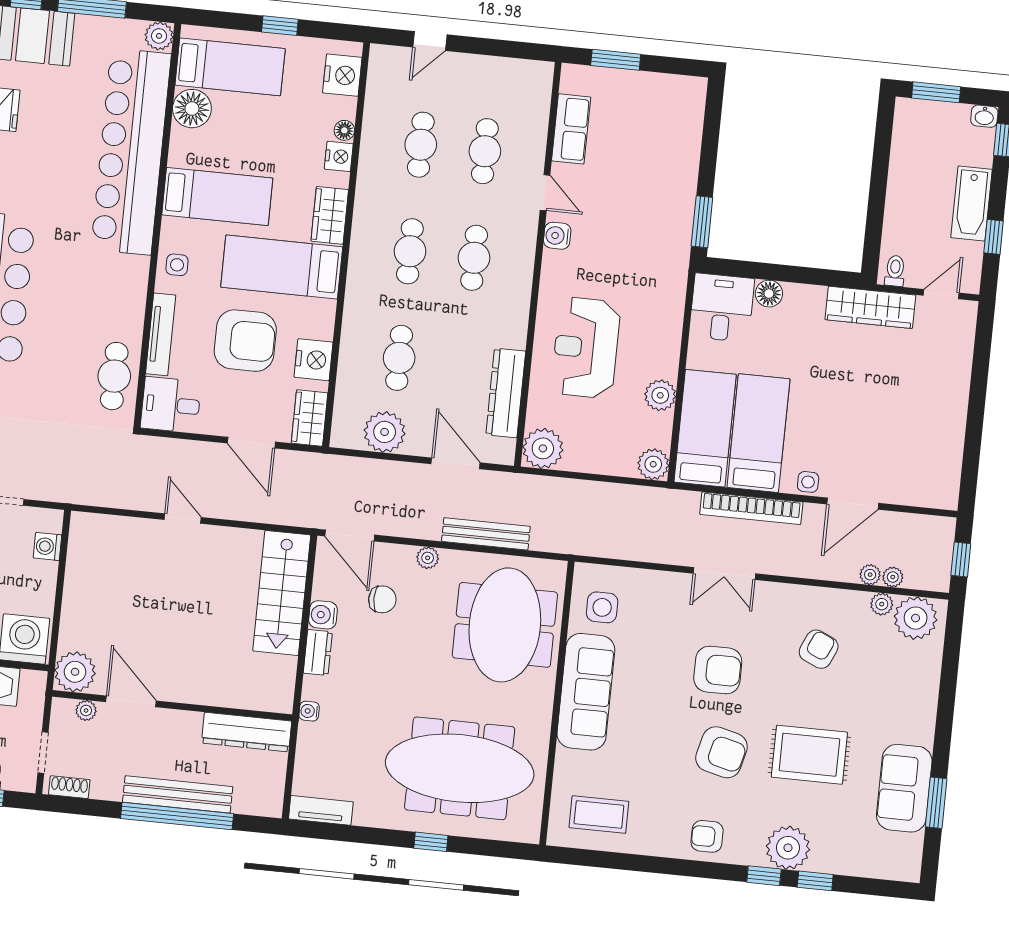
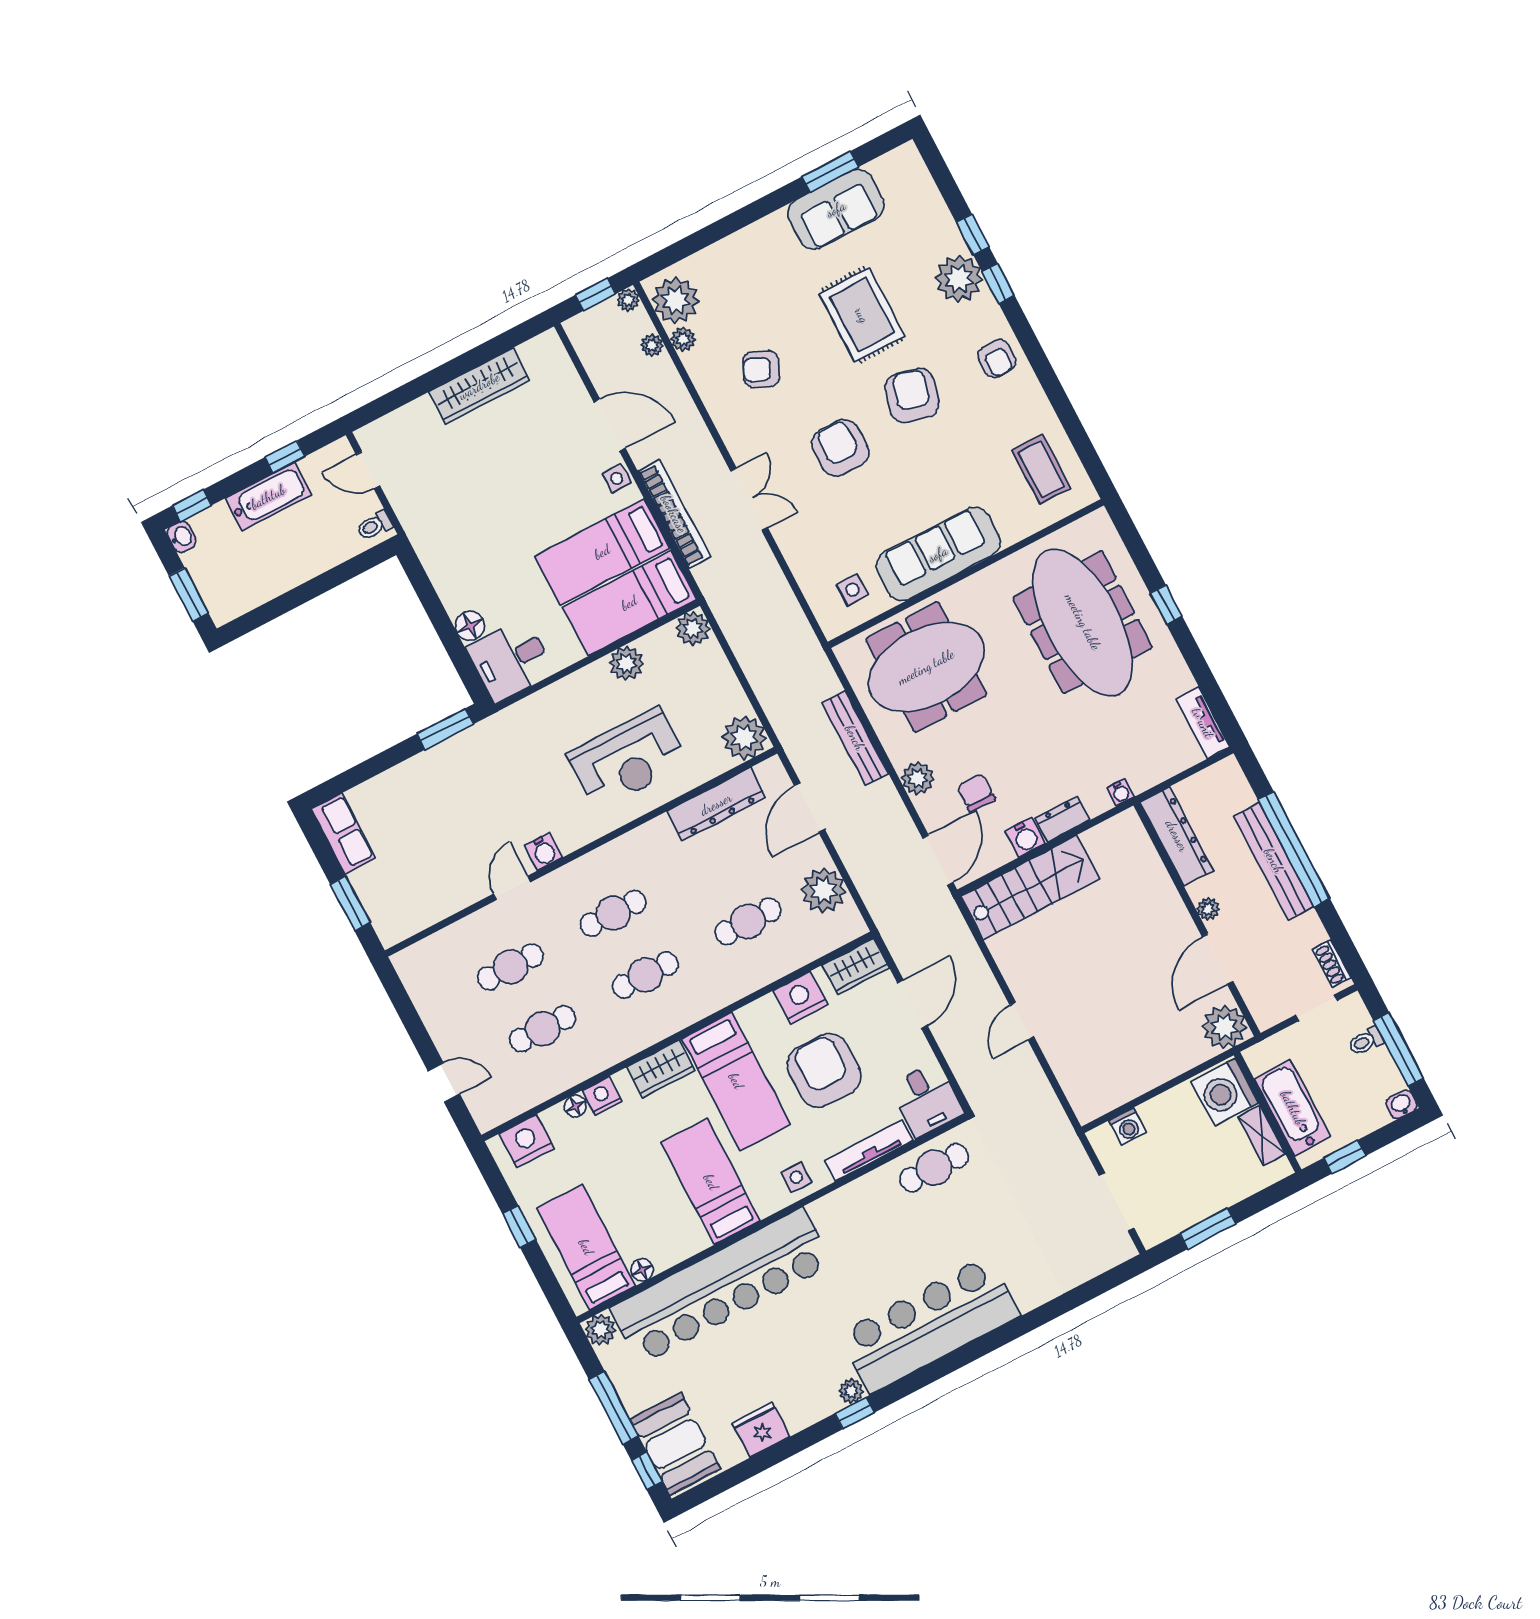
floor lamp: (192, 109) -> (642, 1270), width x0.53, depth x0.53
row of seats: (571, 129) -> (343, 833), moved, turned 90
wardrobe: (870, 307) -> (479, 386), moved, turned 90
plant: (428, 558) -> (918, 778), width x1.38, depth x1.38
plant: (870, 575) -> (628, 300), moved
side table: (602, 607) -> (852, 590), width x0.73, depth x0.73
plant: (86, 710) -> (1208, 909), moved

